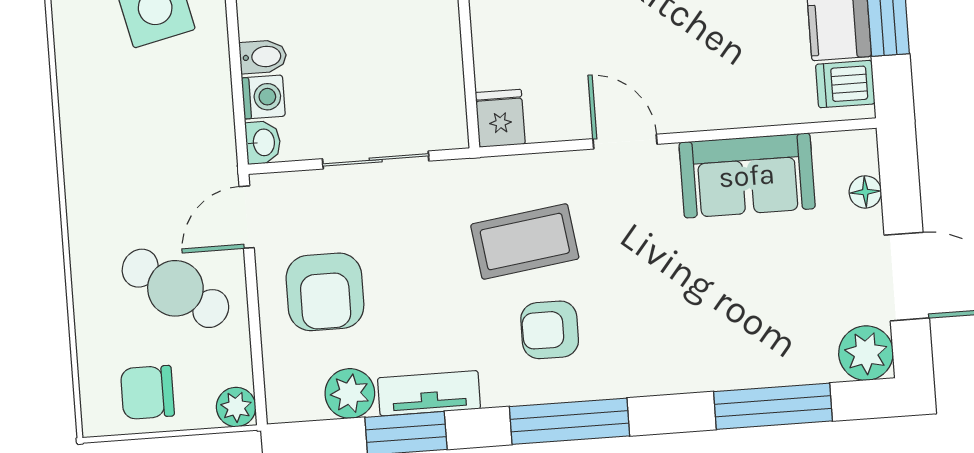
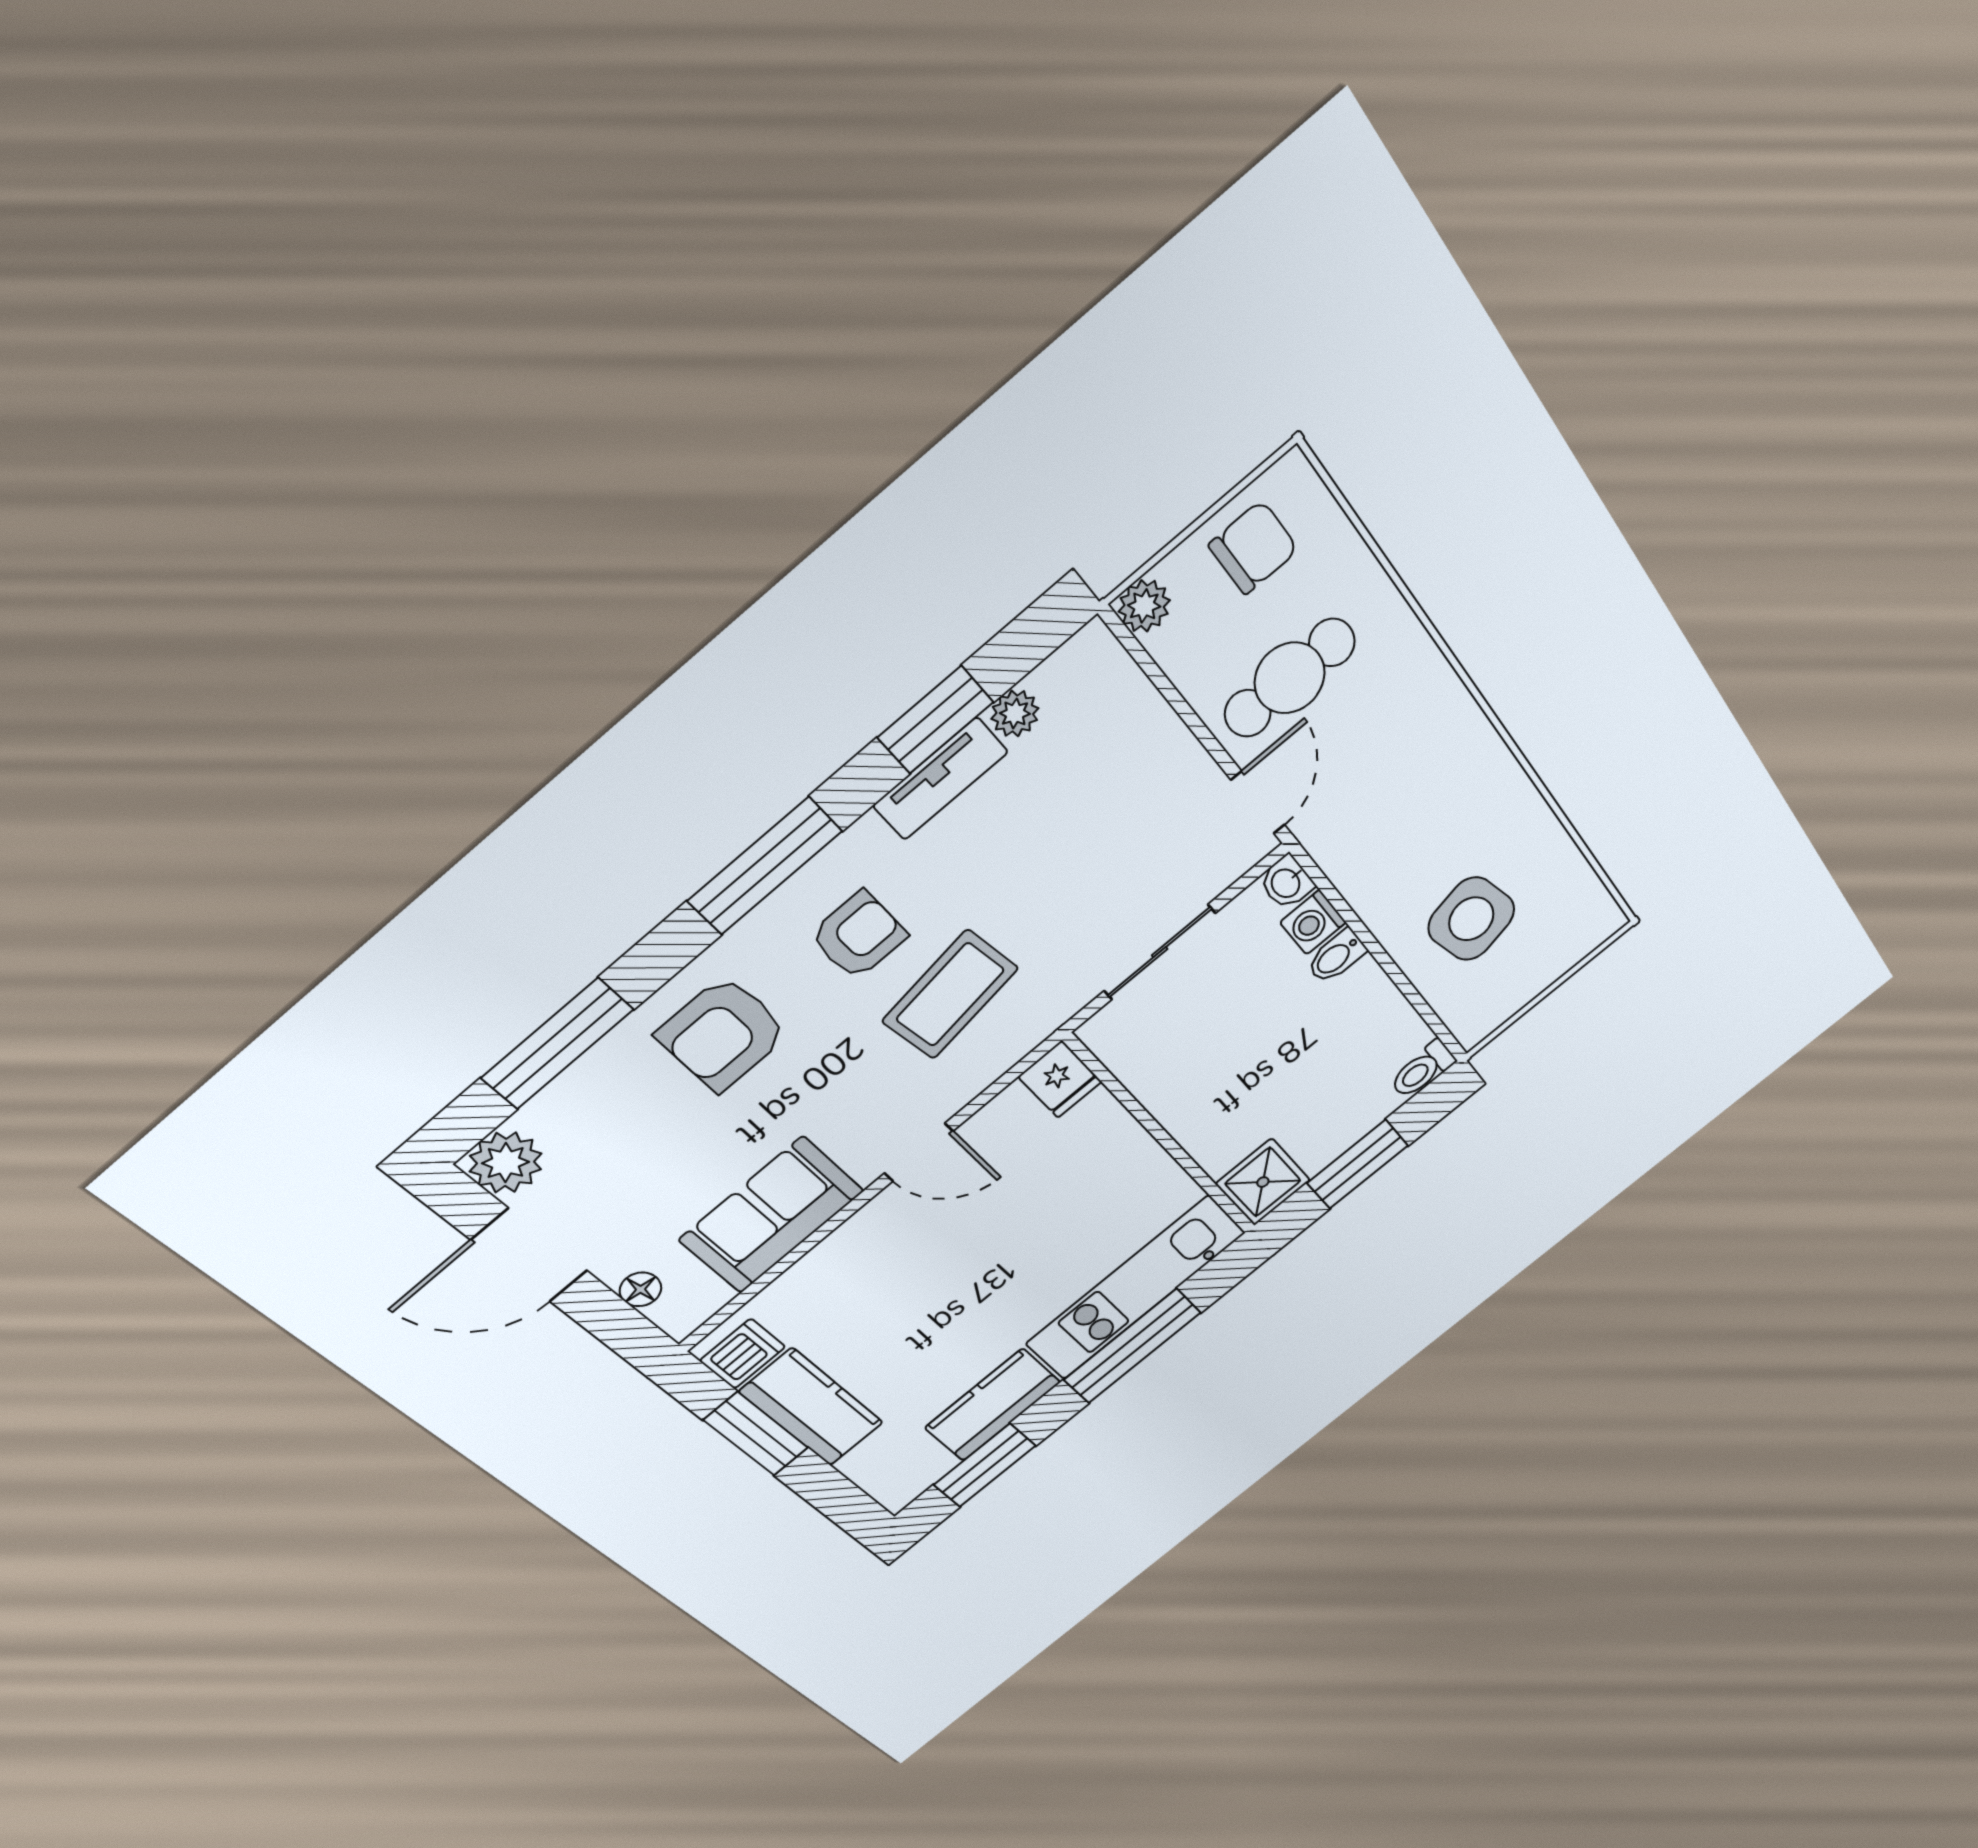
cafe table: (175, 288) -> (1290, 678), turned -34
armchair: (325, 292) -> (723, 1034), moved, turned -90
plant: (350, 393) -> (1015, 713), width x0.73, depth x0.73

